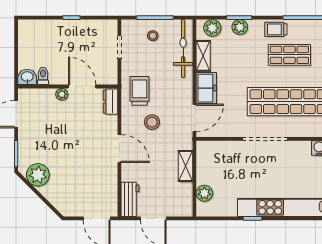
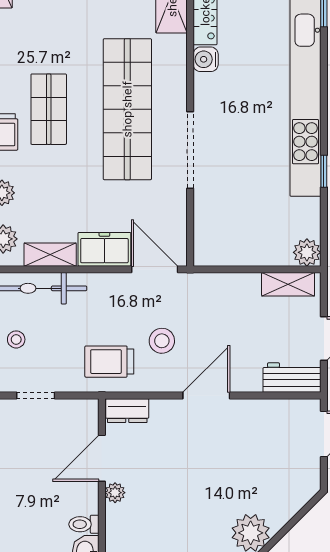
shelving: (185, 166) -> (288, 284), moved
plant: (204, 193) -> (307, 252), moved

